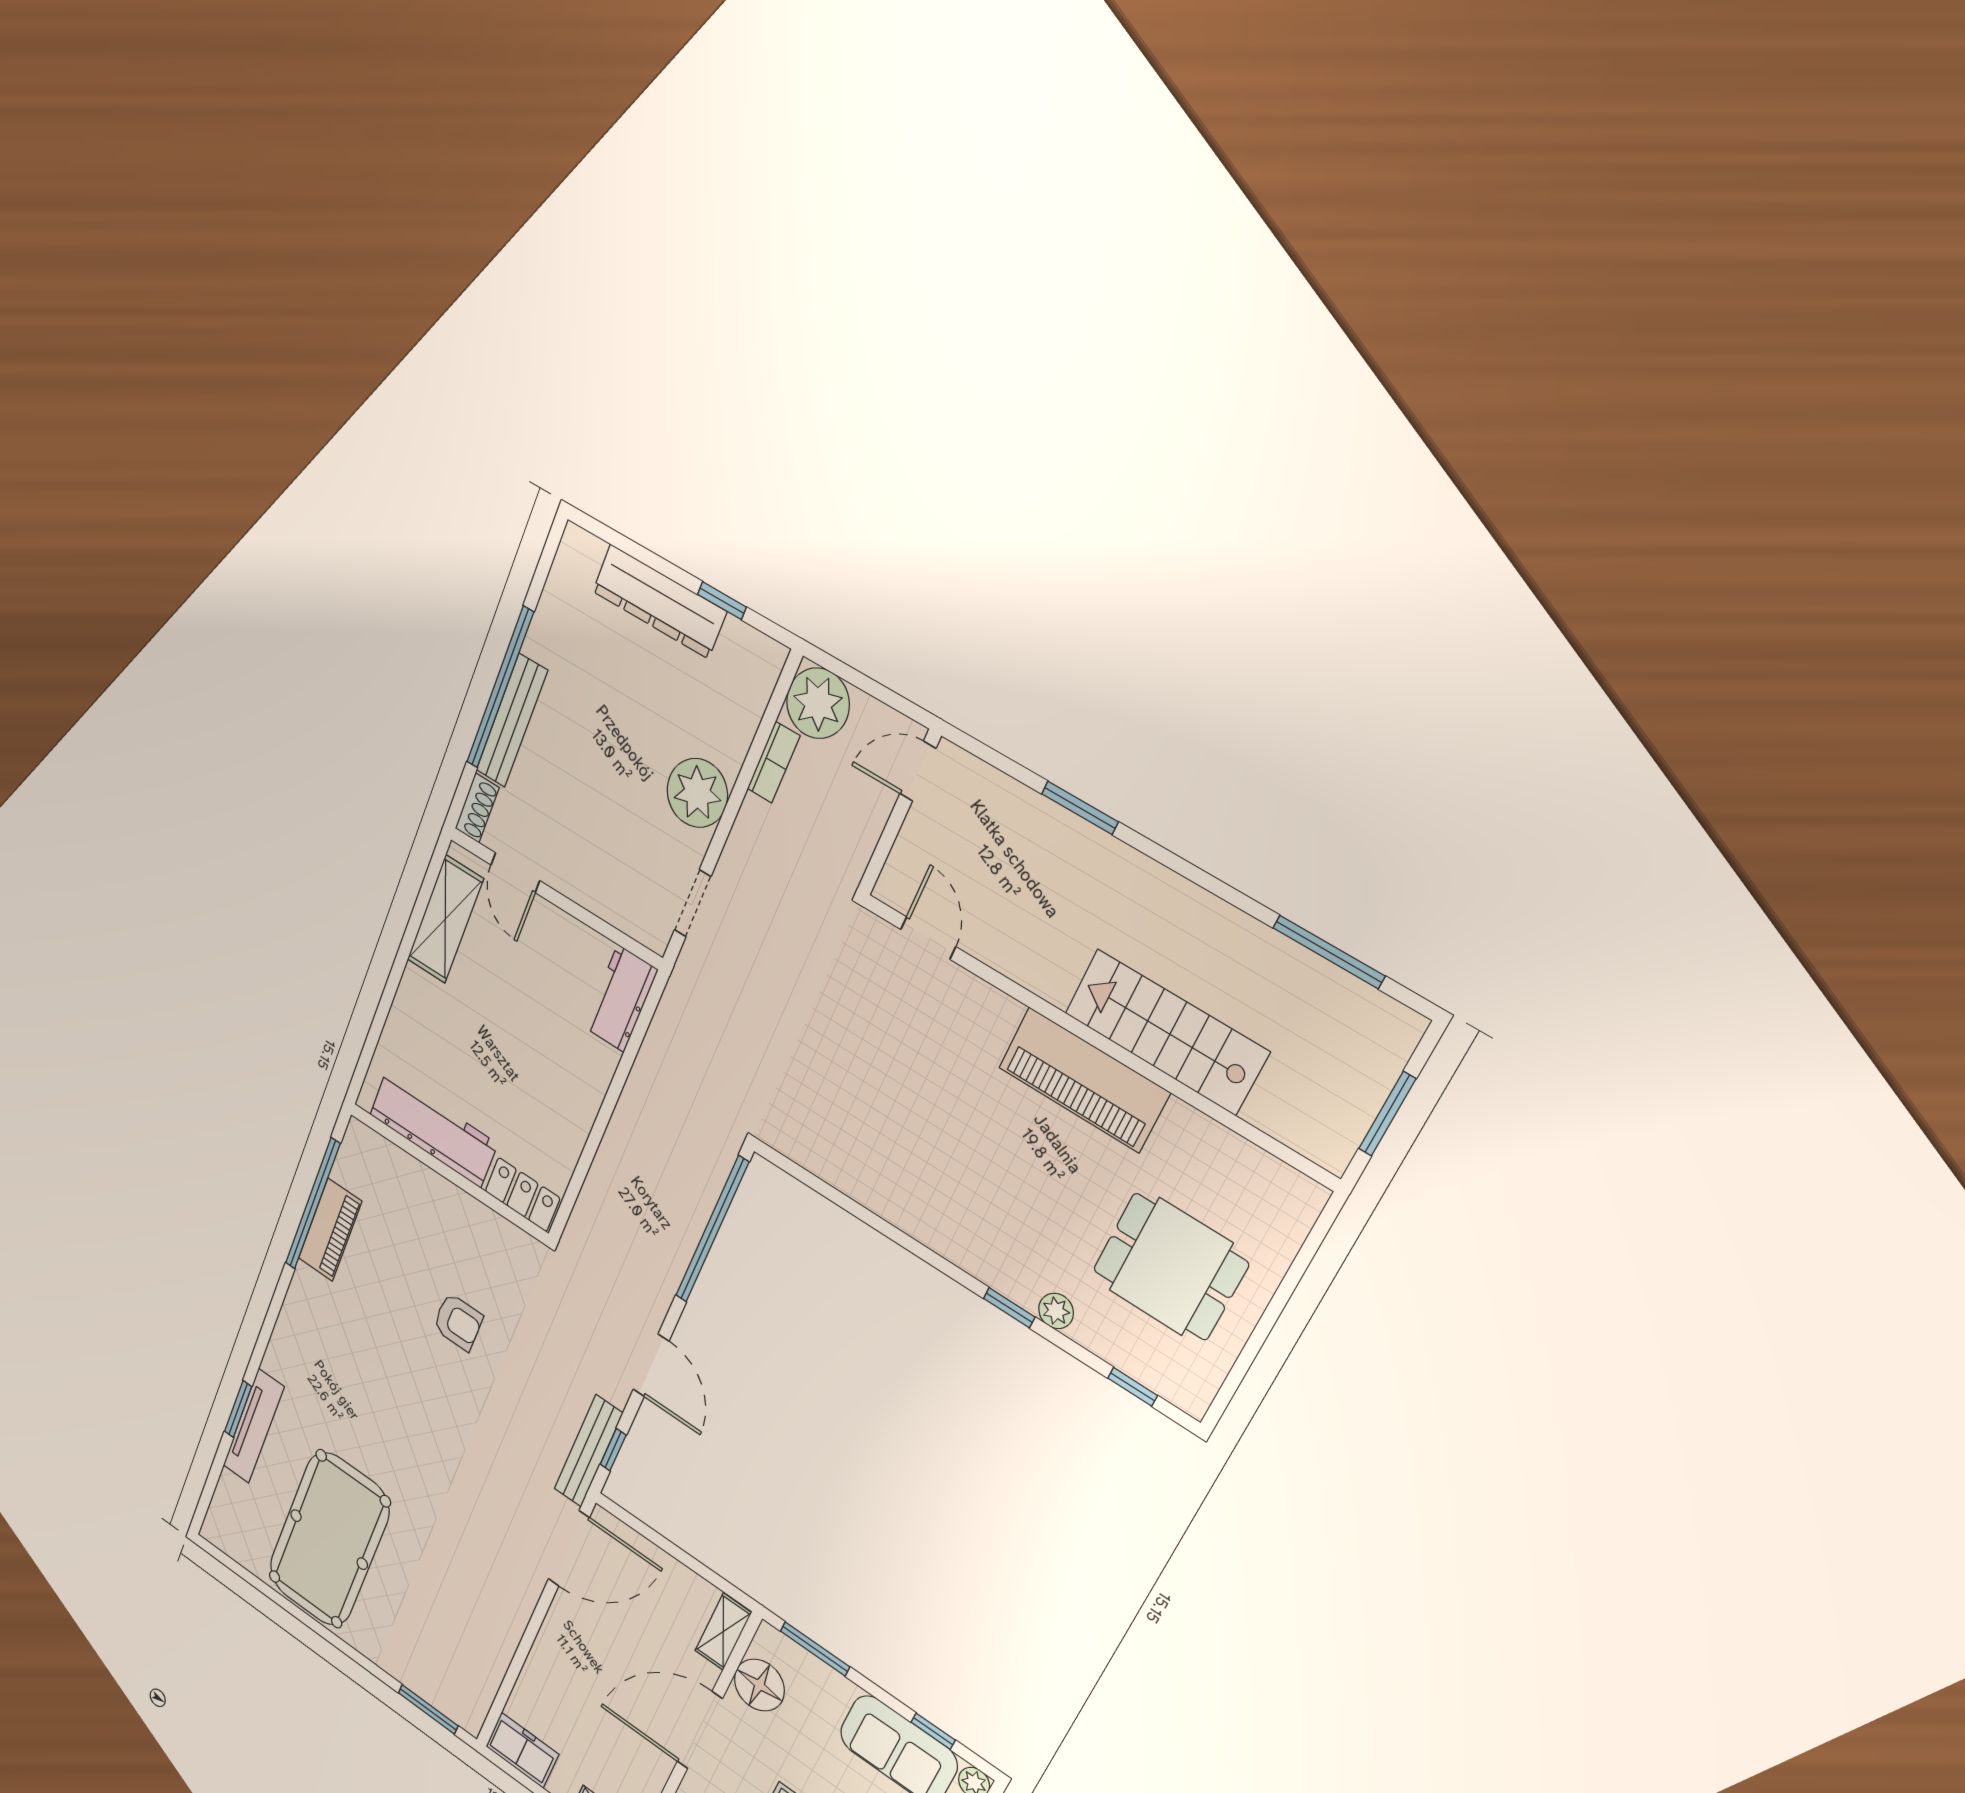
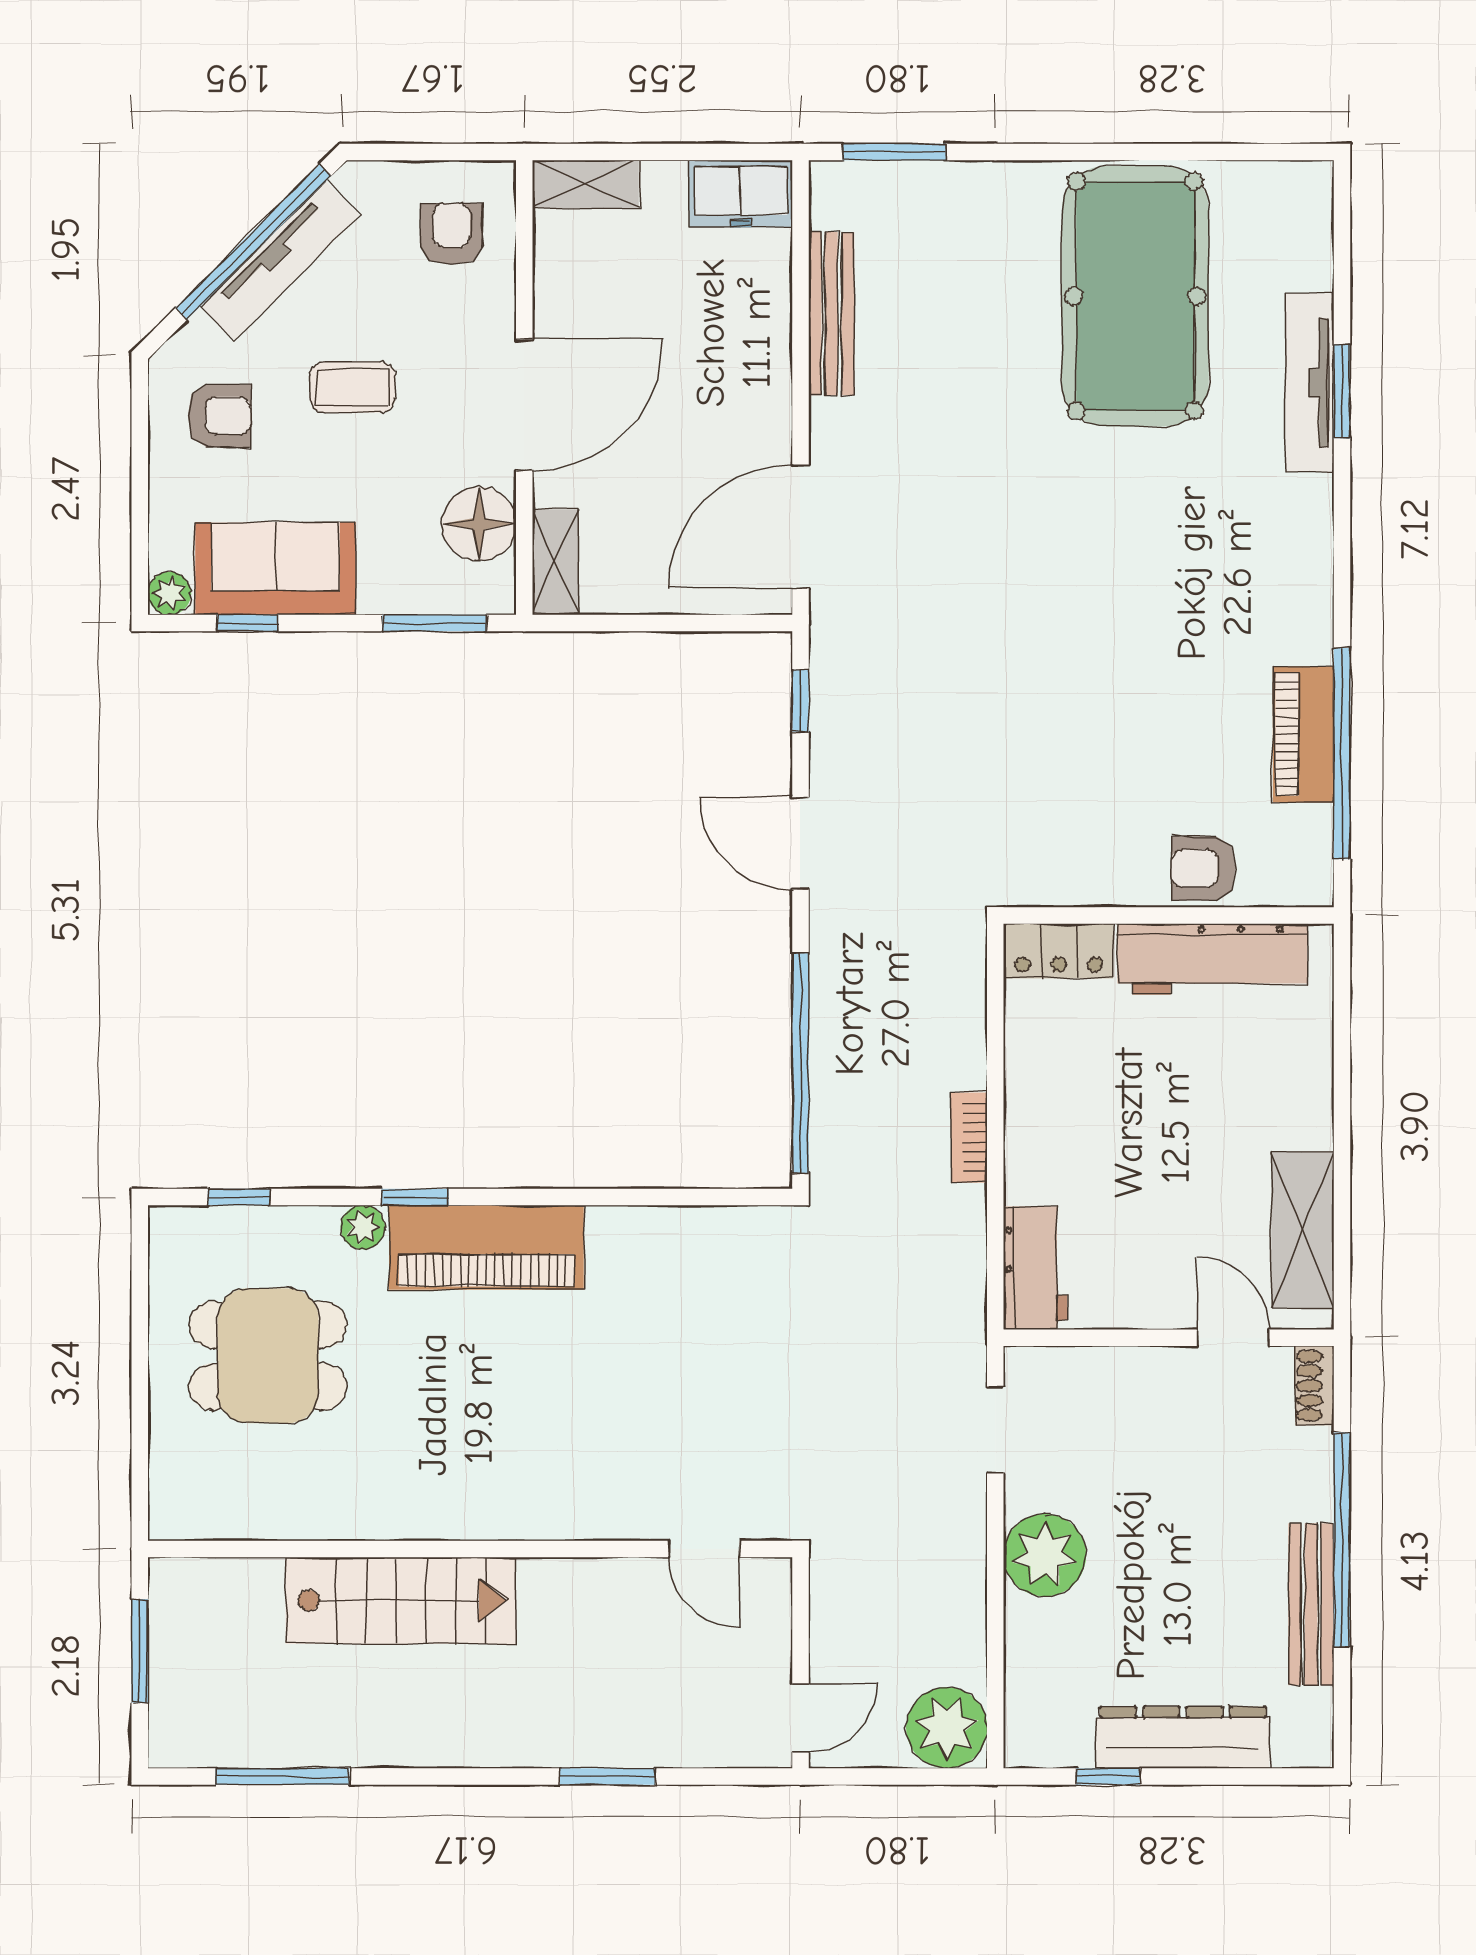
bench: (512, 721) -> (1311, 1604), moved
bookcase: (774, 762) -> (969, 1138), moved
piano: (1084, 1080) -> (486, 1247), moved, turned 180
armchair: (458, 1322) -> (1203, 868), moved
bench: (588, 1451) -> (831, 314), moved

